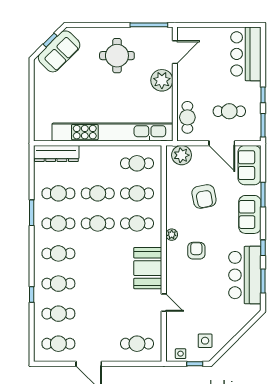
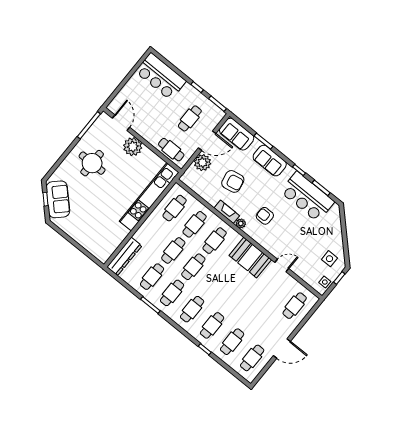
kitchen unit: (112, 132) -> (149, 197), width x0.73
plant: (182, 155) -> (203, 163), moved
fireplace: (172, 213) -> (227, 212), added

